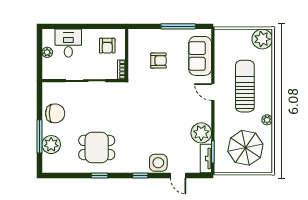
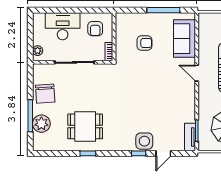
desk: (68, 43) -> (63, 26), width x1.37
plant: (47, 52) -> (38, 51), moved
chair: (55, 113) -> (45, 94), turned 86
plant: (201, 133) -> (186, 112), removed
window: (140, 175) -> (139, 153), moved
door: (178, 175) -> (163, 153), hinge flipped

